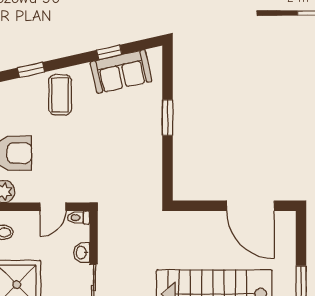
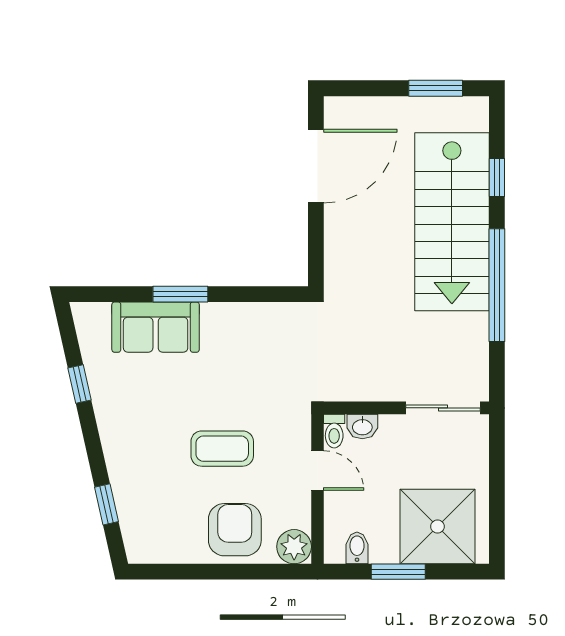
sofa: (121, 72) -> (156, 327), moved, turned 103
coffee table: (60, 95) -> (222, 449), moved
washbasin: (82, 253) -> (362, 427), moved

